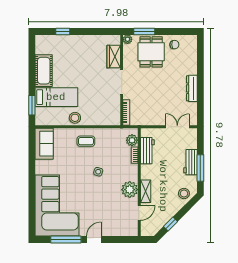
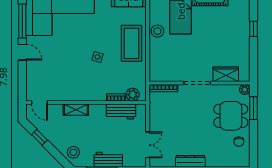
window: (63, 31) -> (253, 29), moved
coffee table: (86, 141) -> (132, 43), width x1.86, depth x1.72
plant: (130, 190) -> (78, 92), removed
door: (139, 213) -> (39, 103), moved

